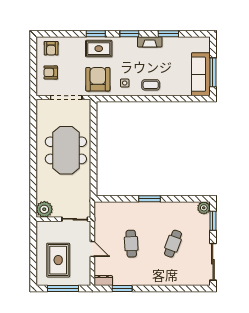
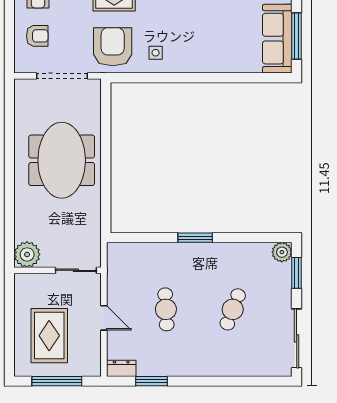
armchair: (51, 72) -> (37, 36), turned 180
coffee table: (151, 85) -> (197, 56), removed

